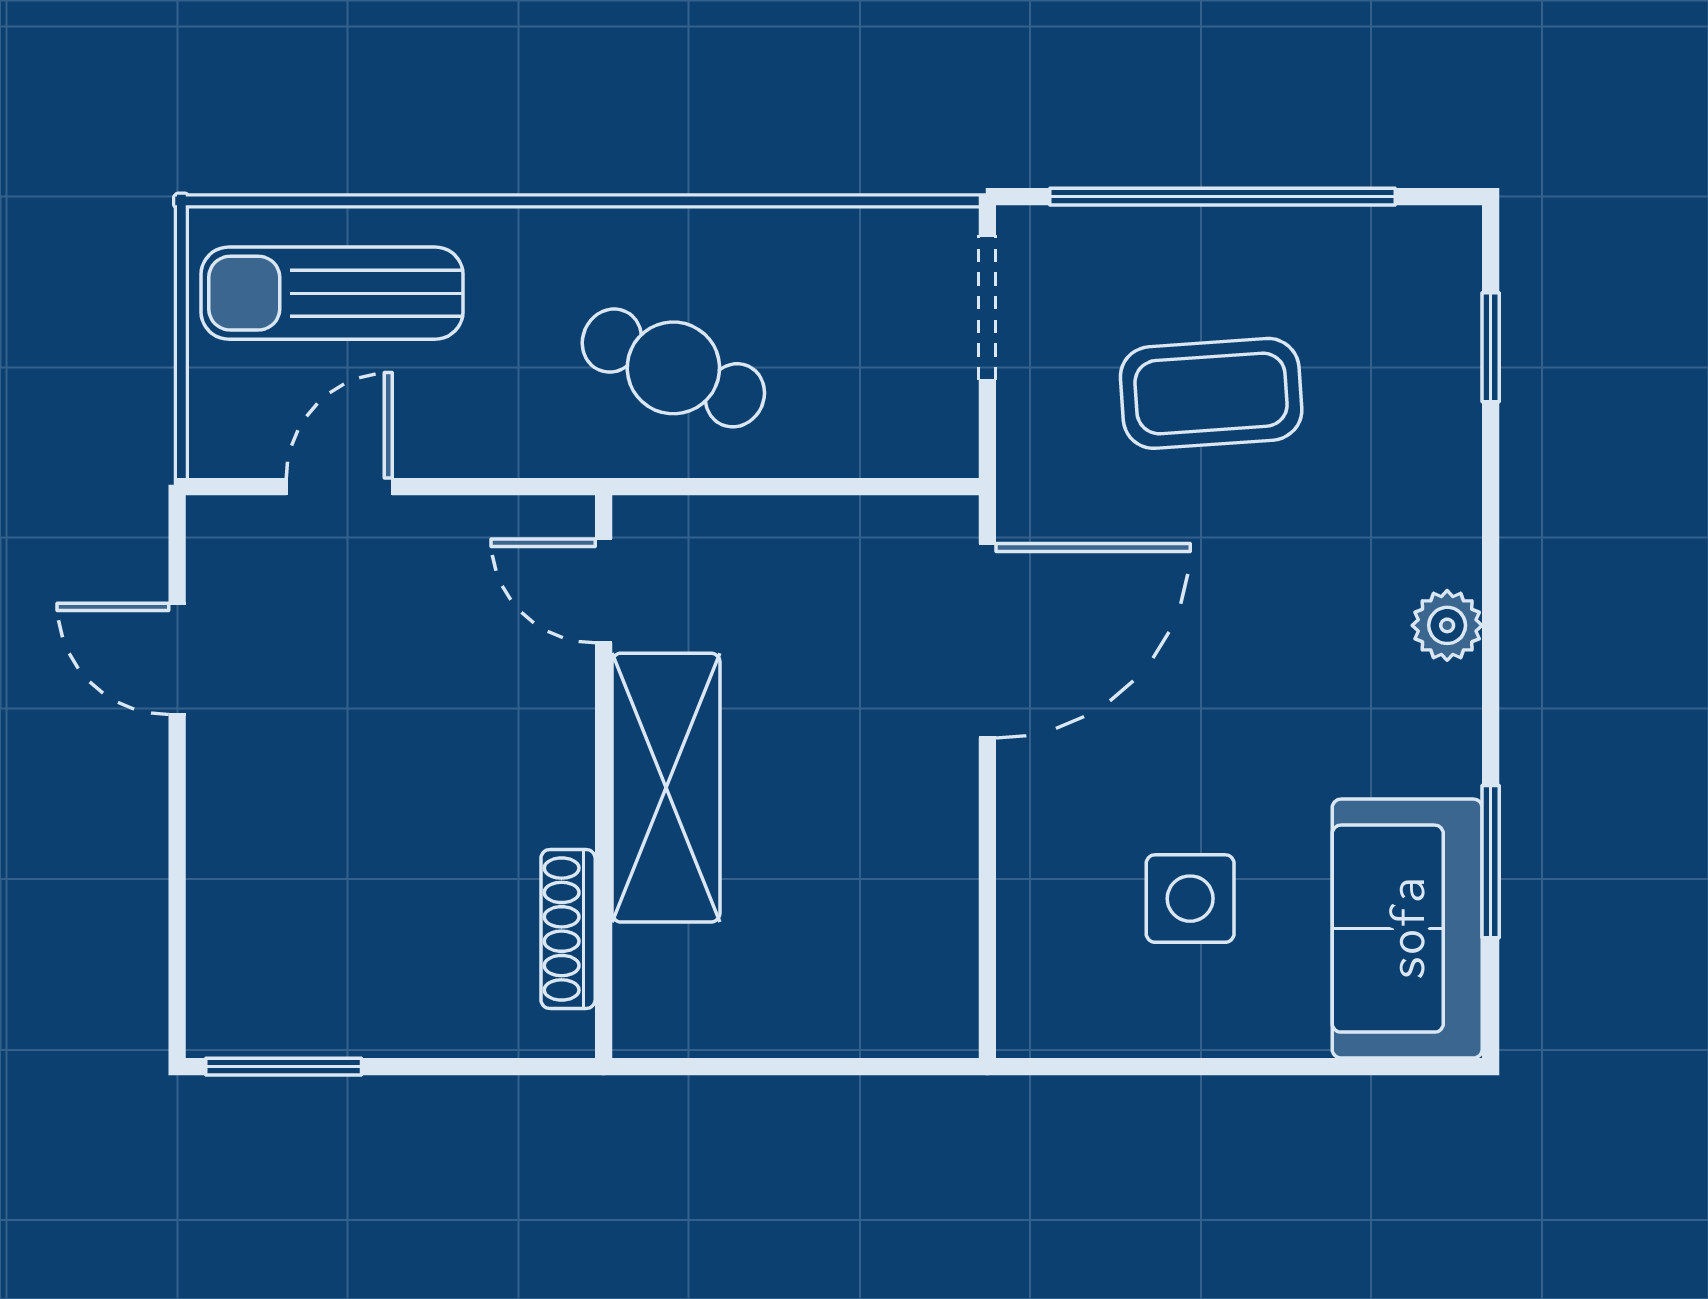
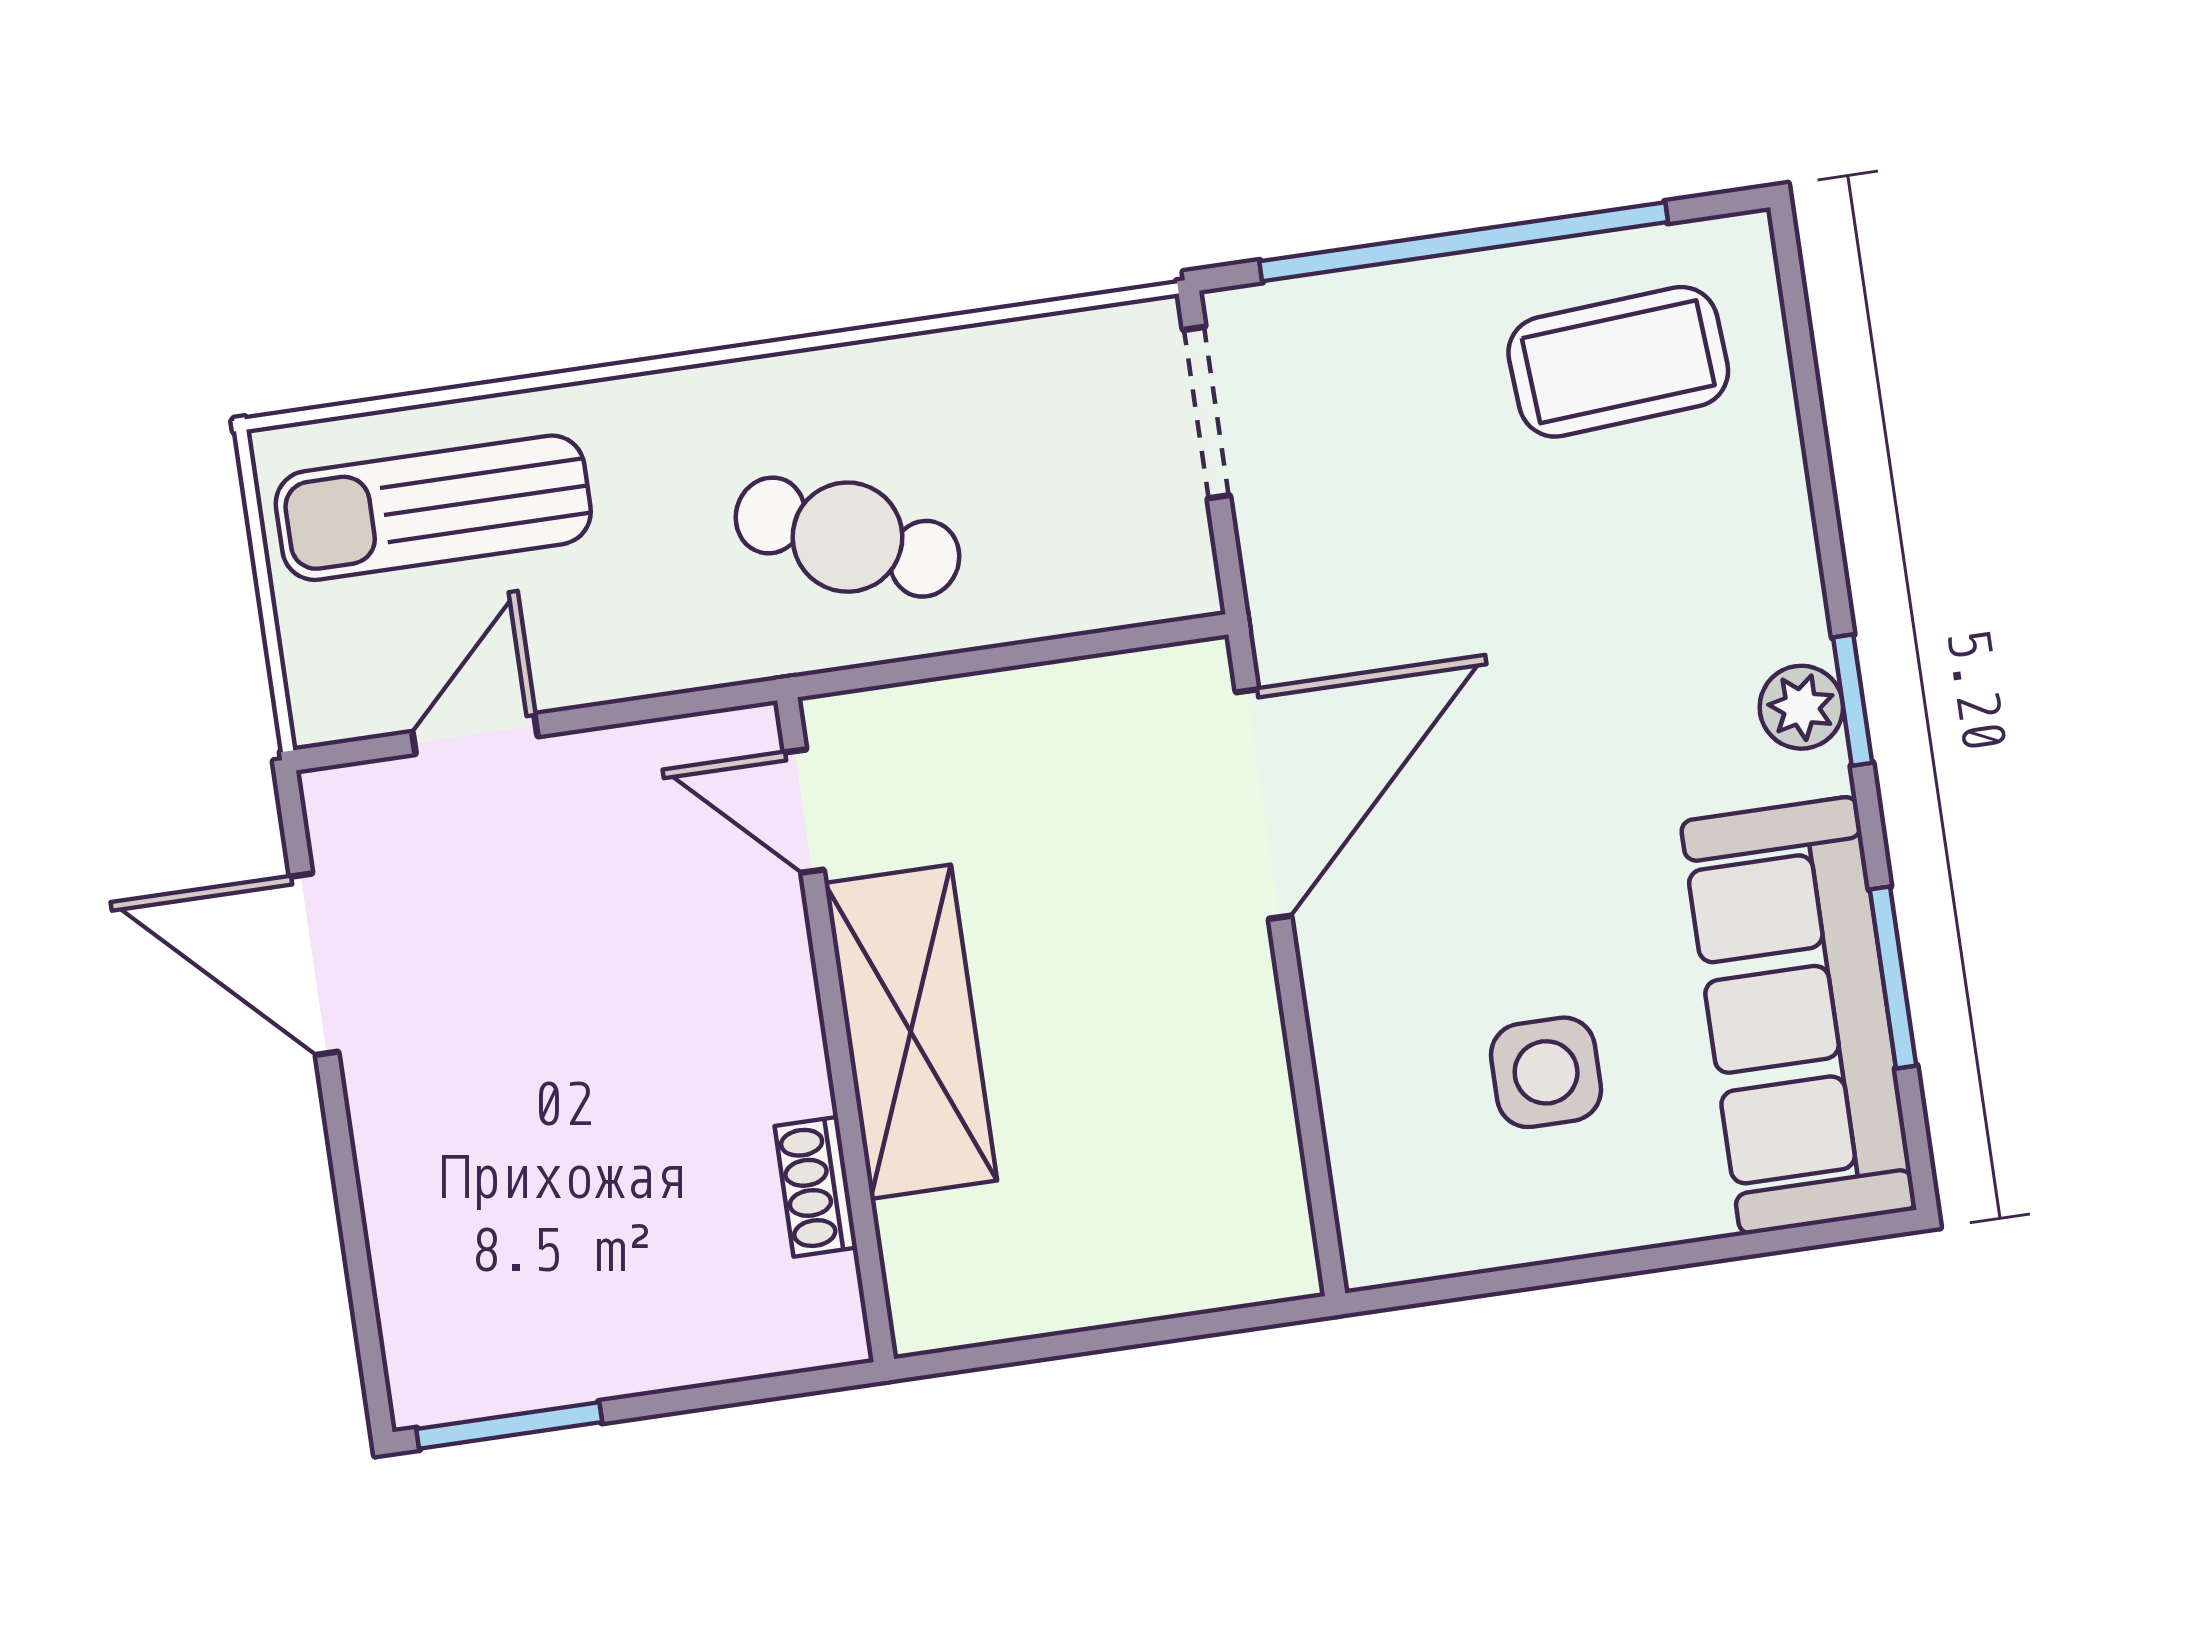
window: (1491, 347) -> (1853, 700), moved
coffee table: (1211, 393) -> (1618, 362), moved
door: (177, 659) -> (314, 964), width x1.38
shoe rack: (568, 929) -> (816, 1187), width x0.70
sofa: (1407, 929) -> (1798, 1015), width x1.36

